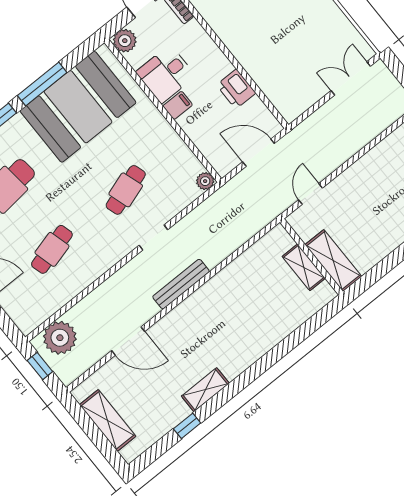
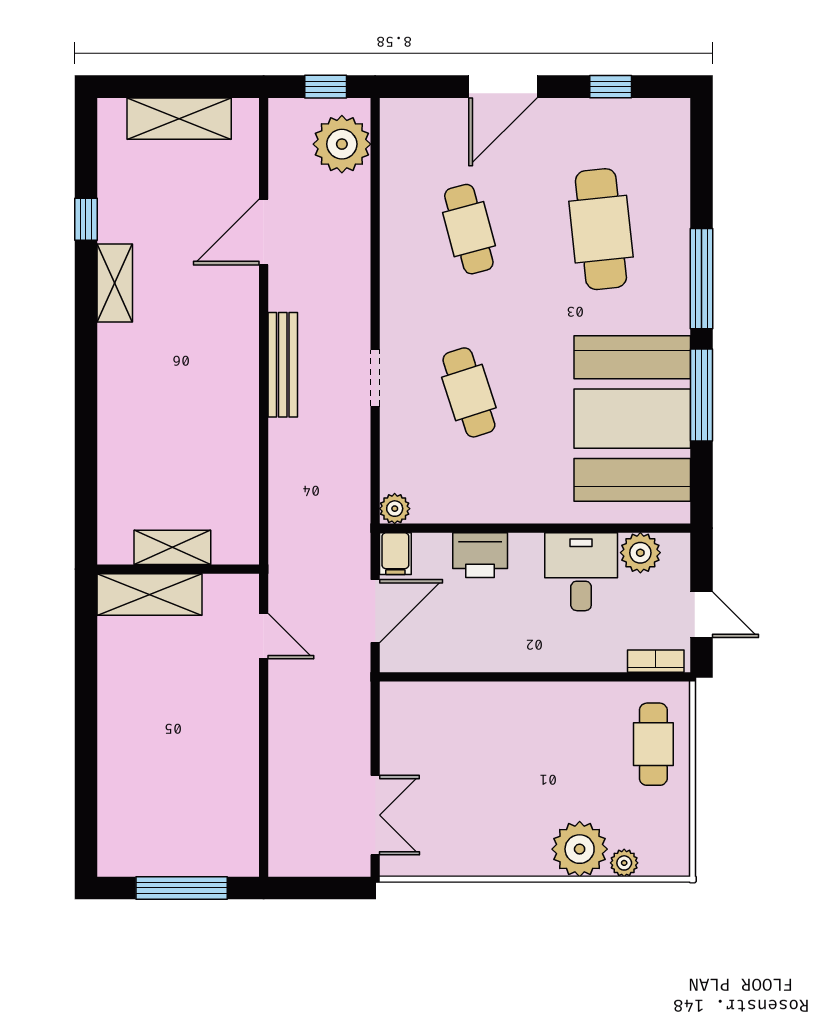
plant: (125, 41) -> (640, 553), moved
printer: (236, 89) -> (480, 555), moved, turned 180
filing cabinet: (178, 105) -> (395, 554), moved

